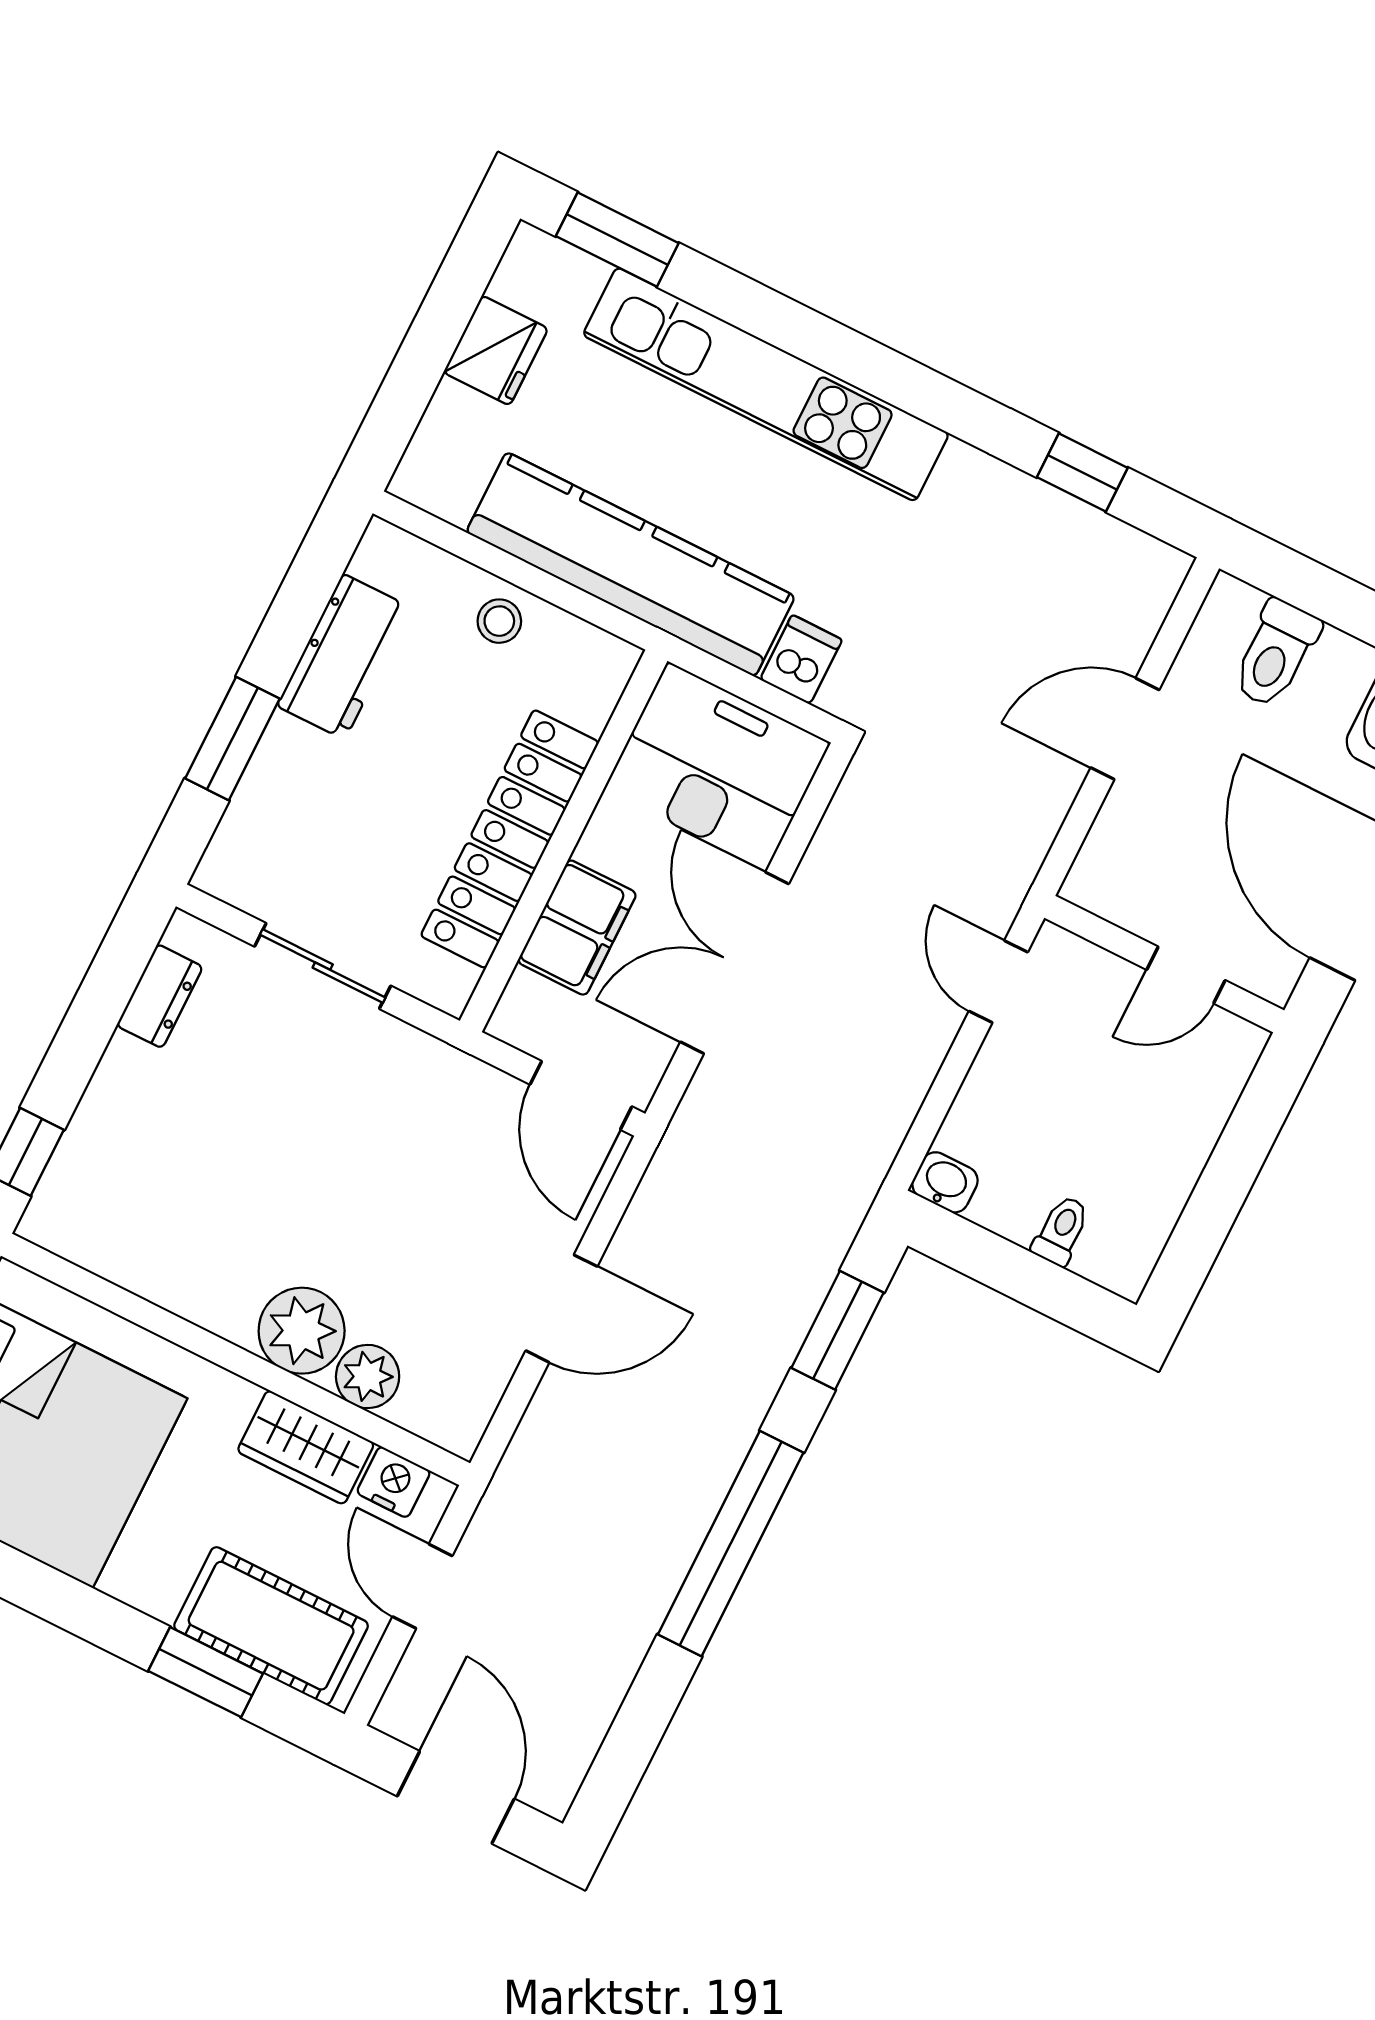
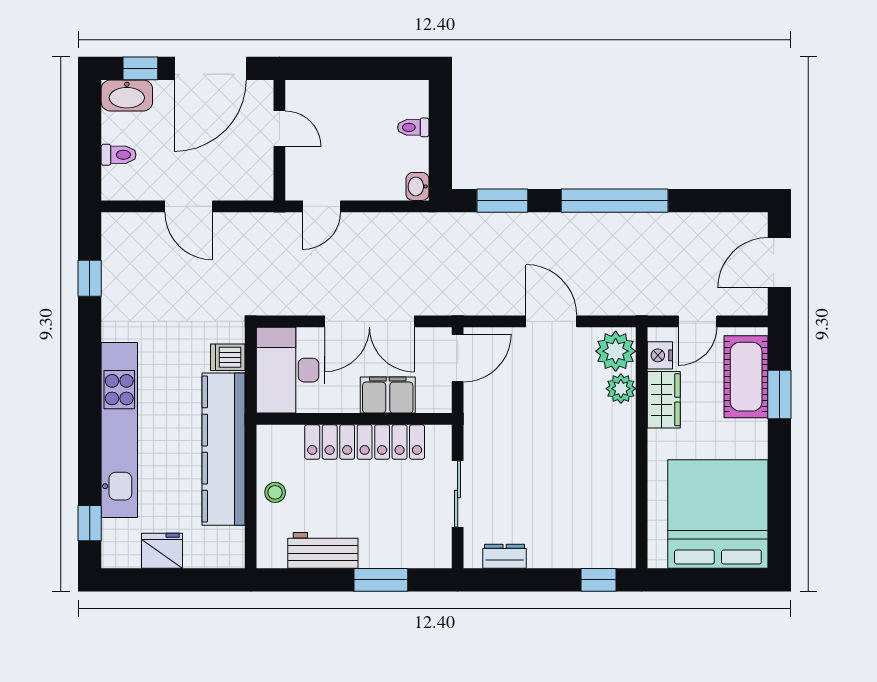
window: (617, 240) -> (90, 523), width x0.67
toilet: (1276, 654) -> (119, 155), width x0.73, depth x0.72
plant: (302, 1331) -> (616, 351), moved

